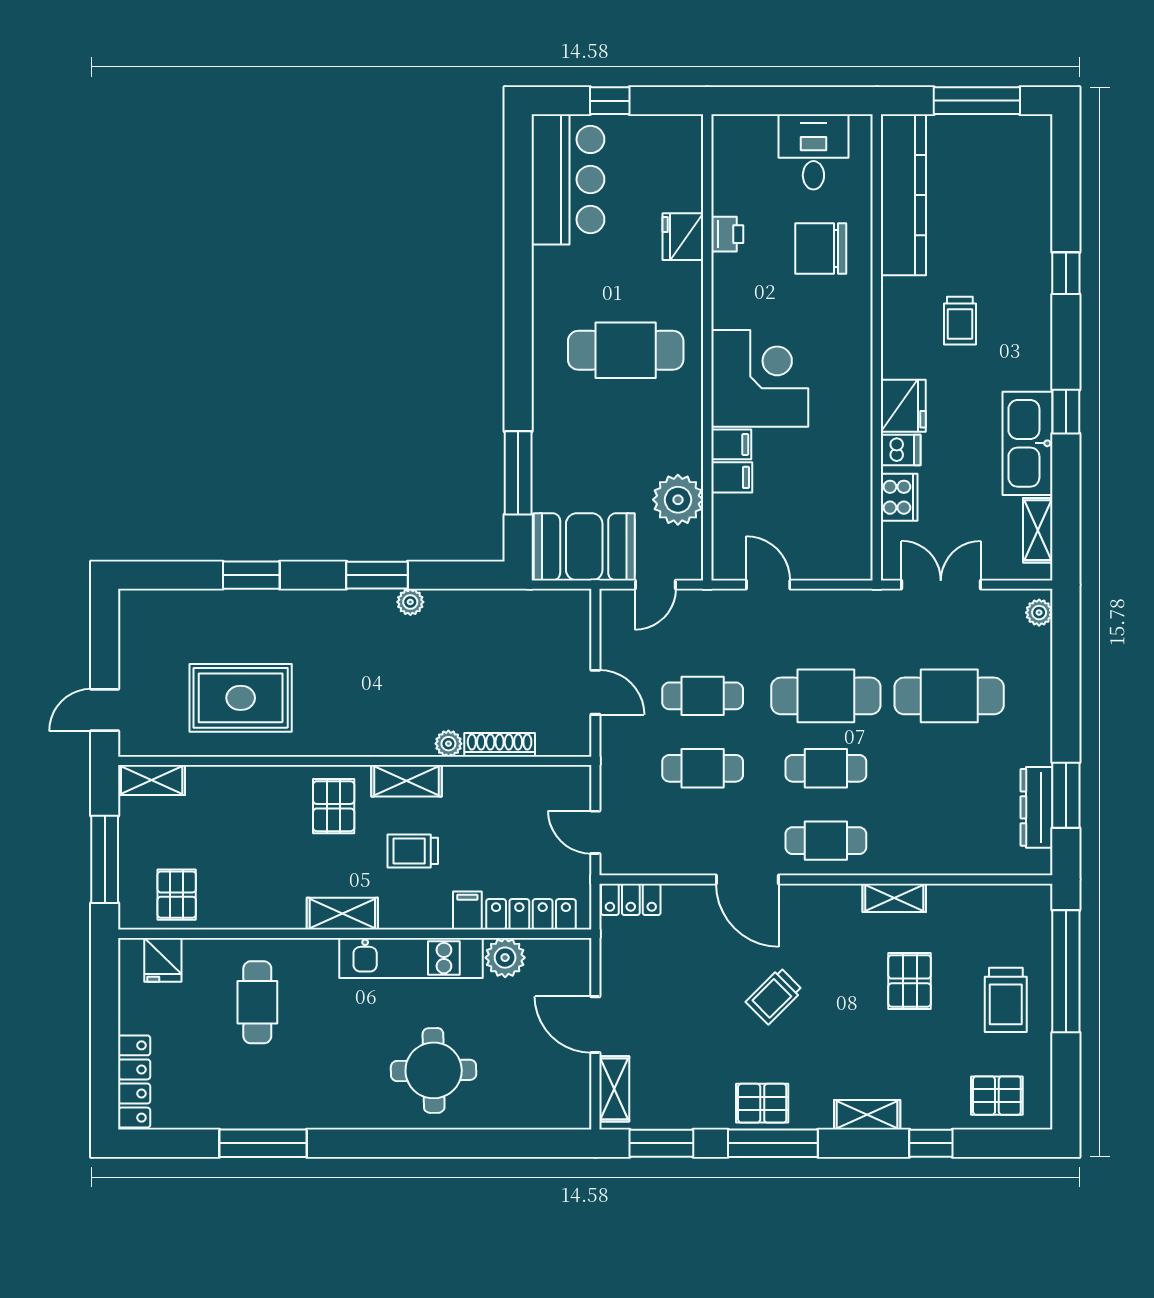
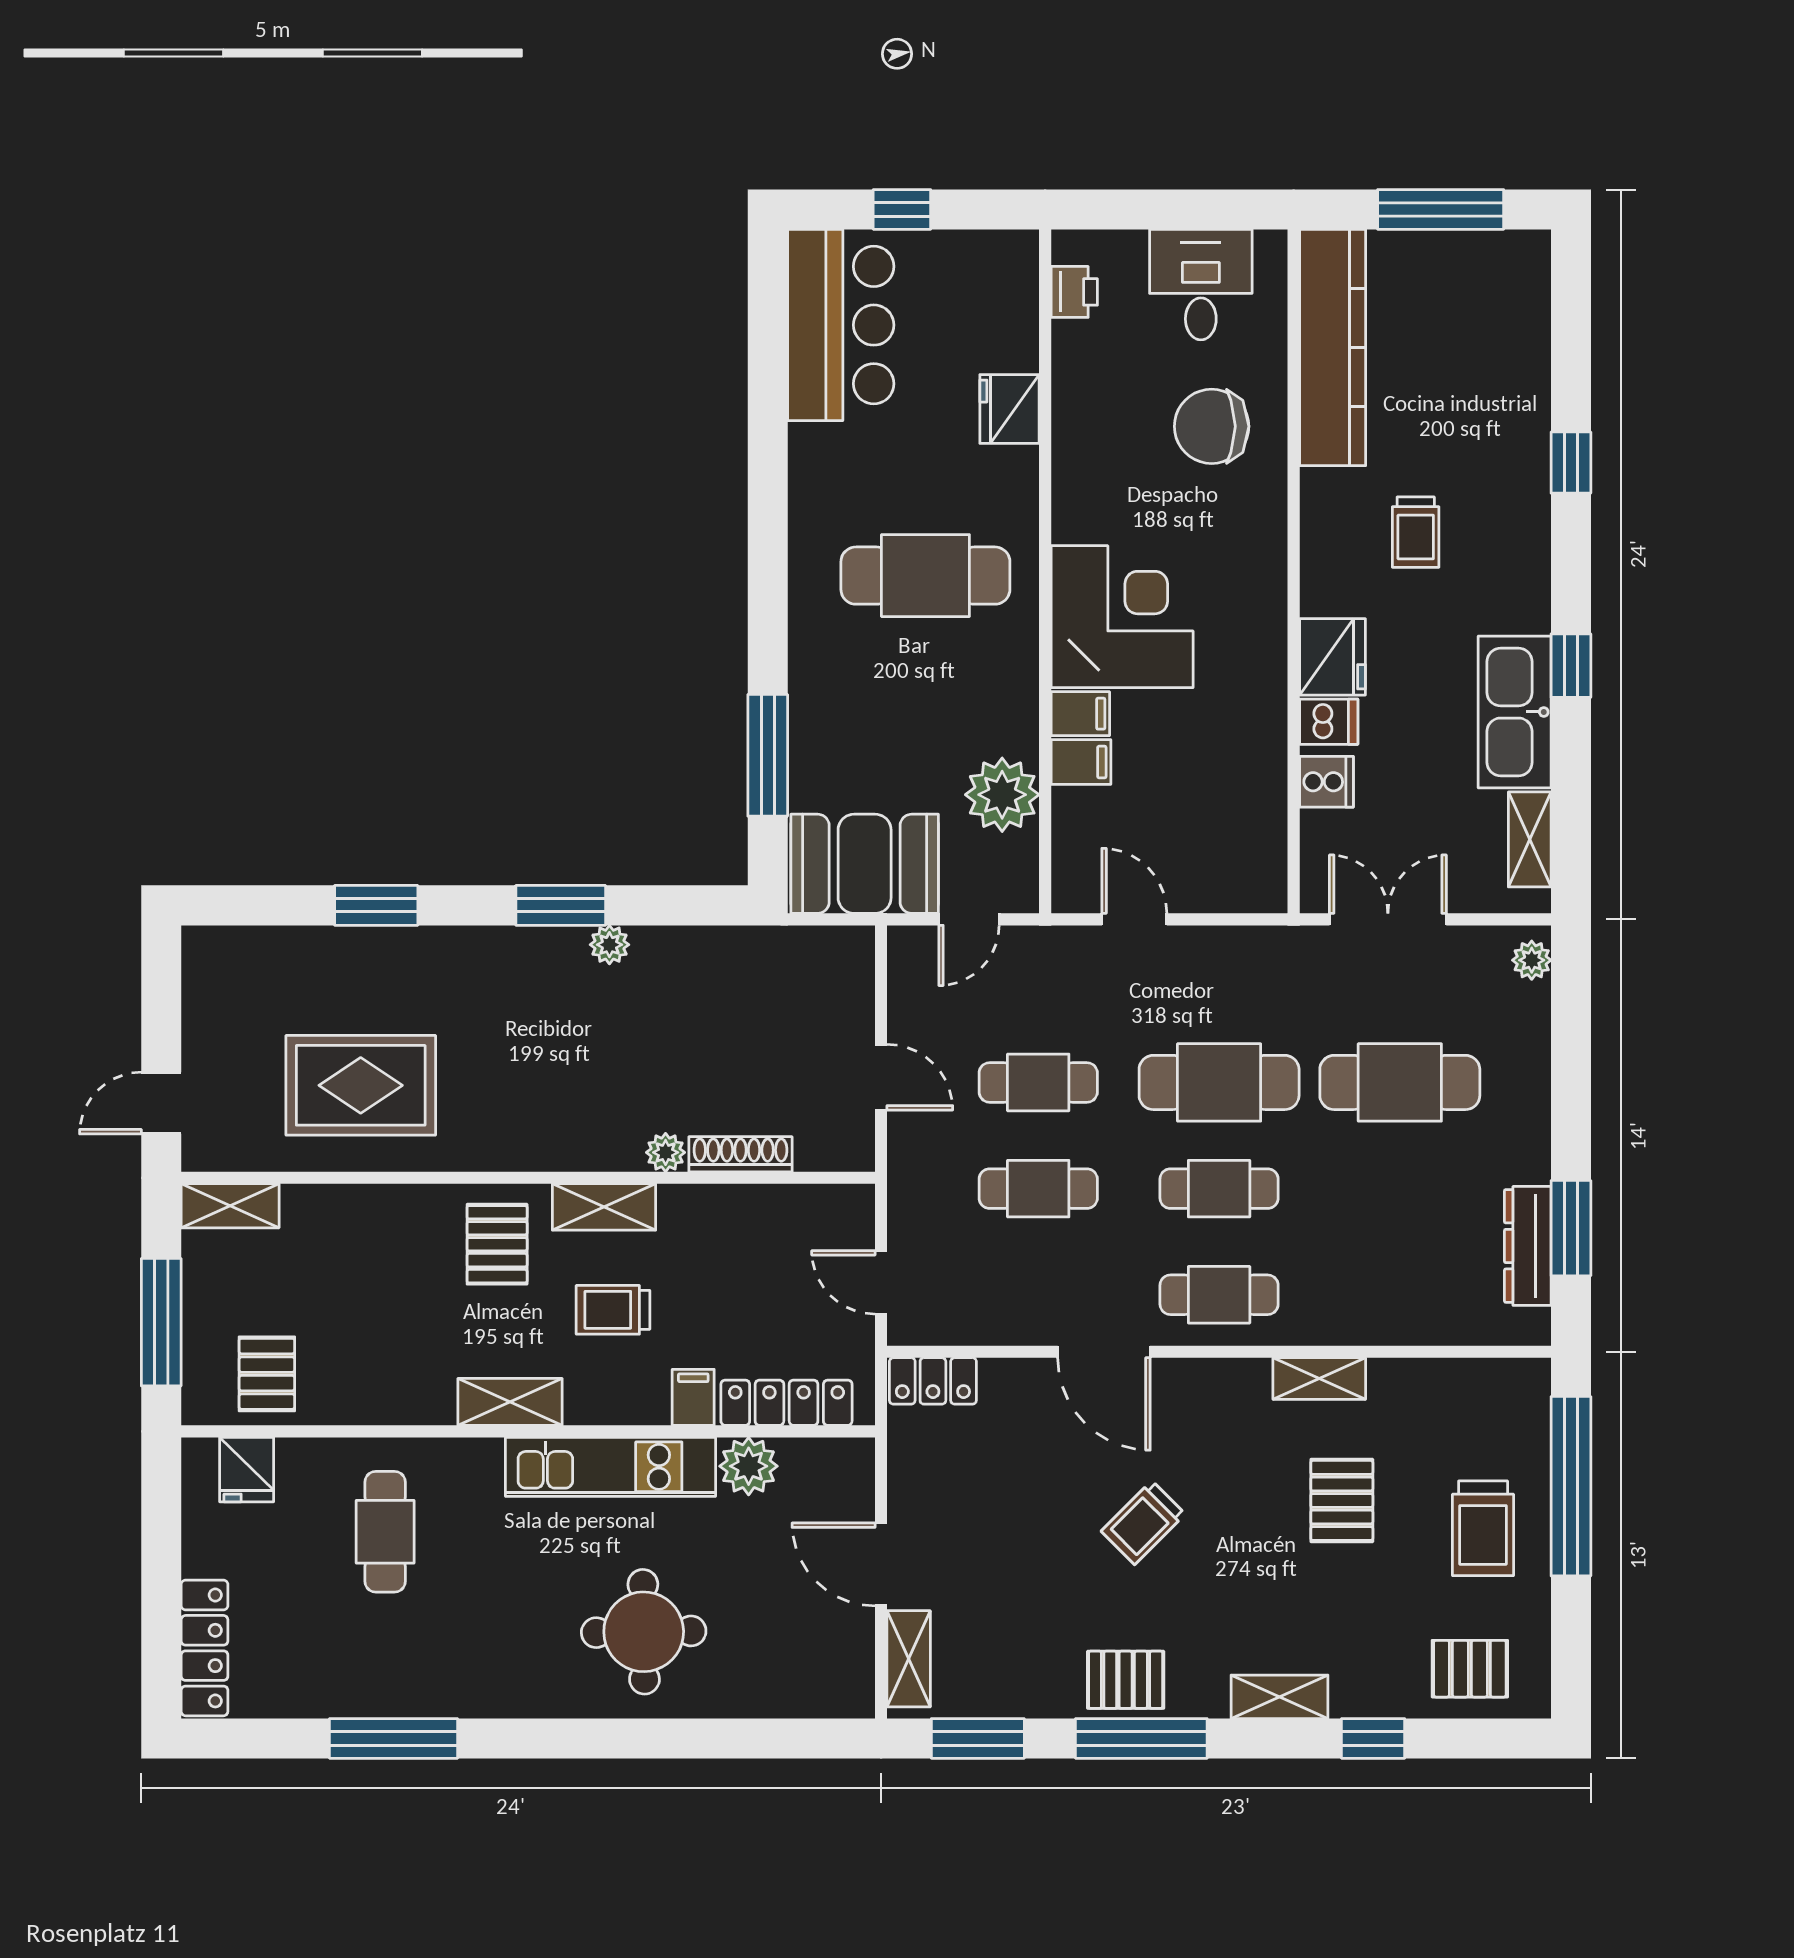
printer: (727, 234) -> (1074, 292), moved
cooker: (899, 497) -> (1326, 782), width x0.73

